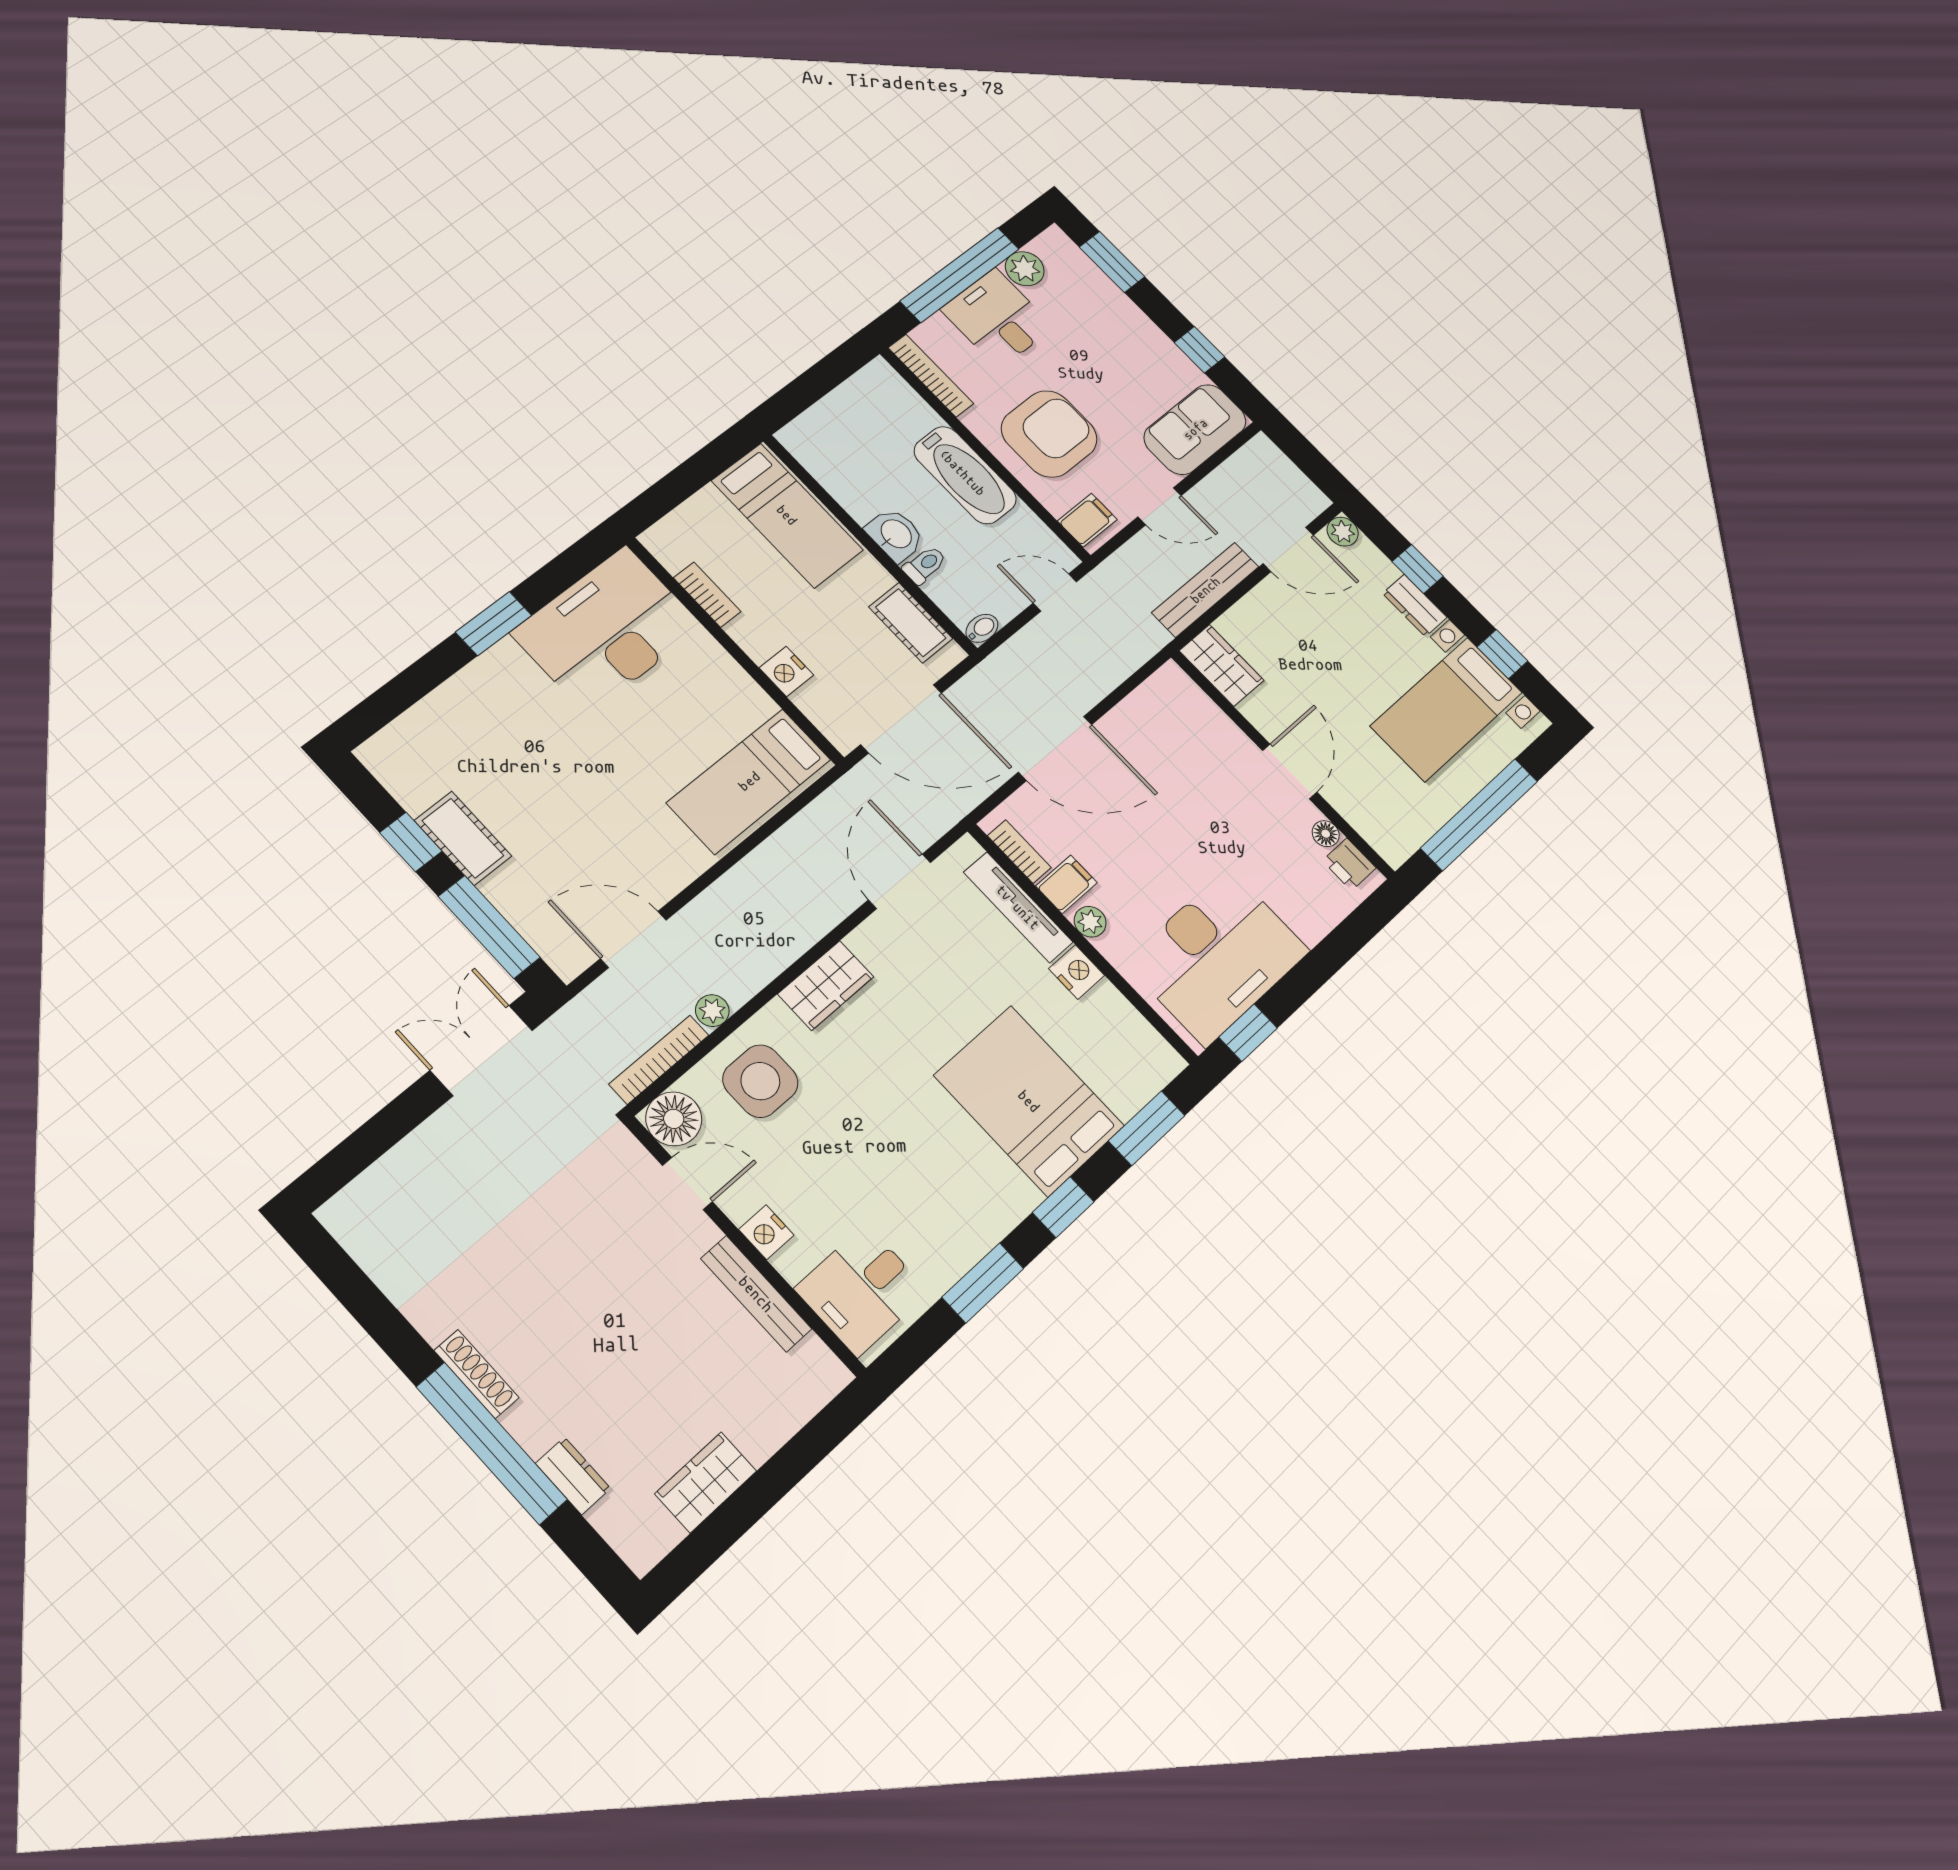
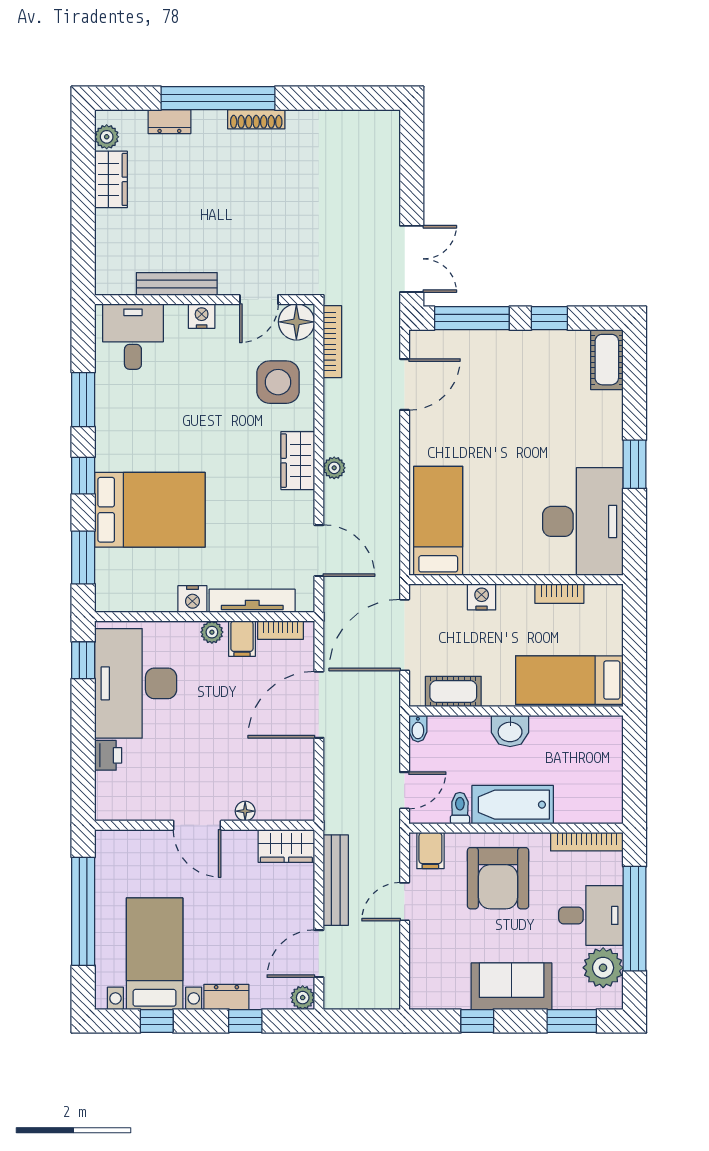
plant: (1025, 269) -> (603, 968), width x1.36, depth x1.36
sofa: (1195, 429) -> (512, 986), moved, turned -90
toilet: (925, 565) -> (460, 808), moved, turned 180
floor lamp: (1326, 834) -> (245, 811), moved
cot: (463, 838) -> (607, 360), moved, turned 90
printer: (1349, 864) -> (108, 755), moved, turned 90
plant: (712, 1011) -> (334, 468), moved
plant: (660, 1535) -> (107, 137), added

